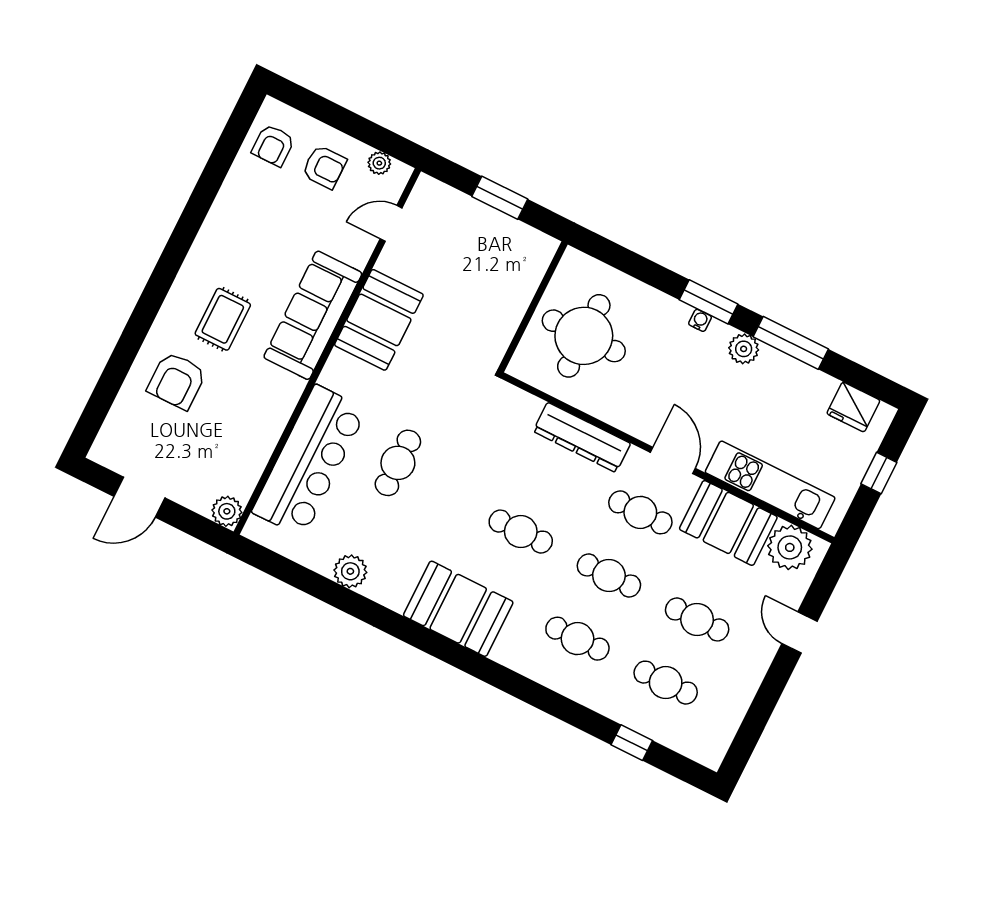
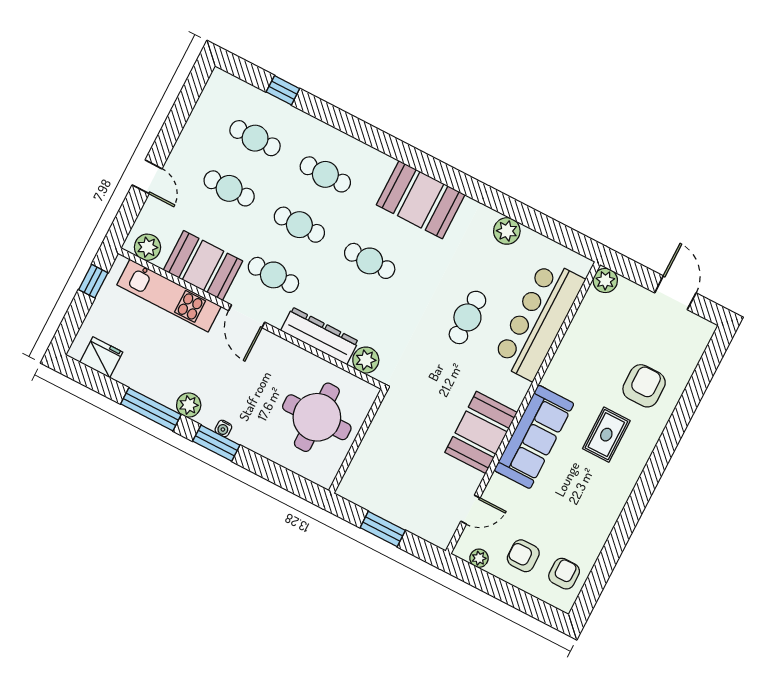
plant: (524, 408) -> (366, 360), added
window: (879, 473) -> (93, 281), moved
door: (139, 497) -> (675, 293), hinge flipped
plant: (790, 547) -> (147, 247), width x0.73, depth x0.73

